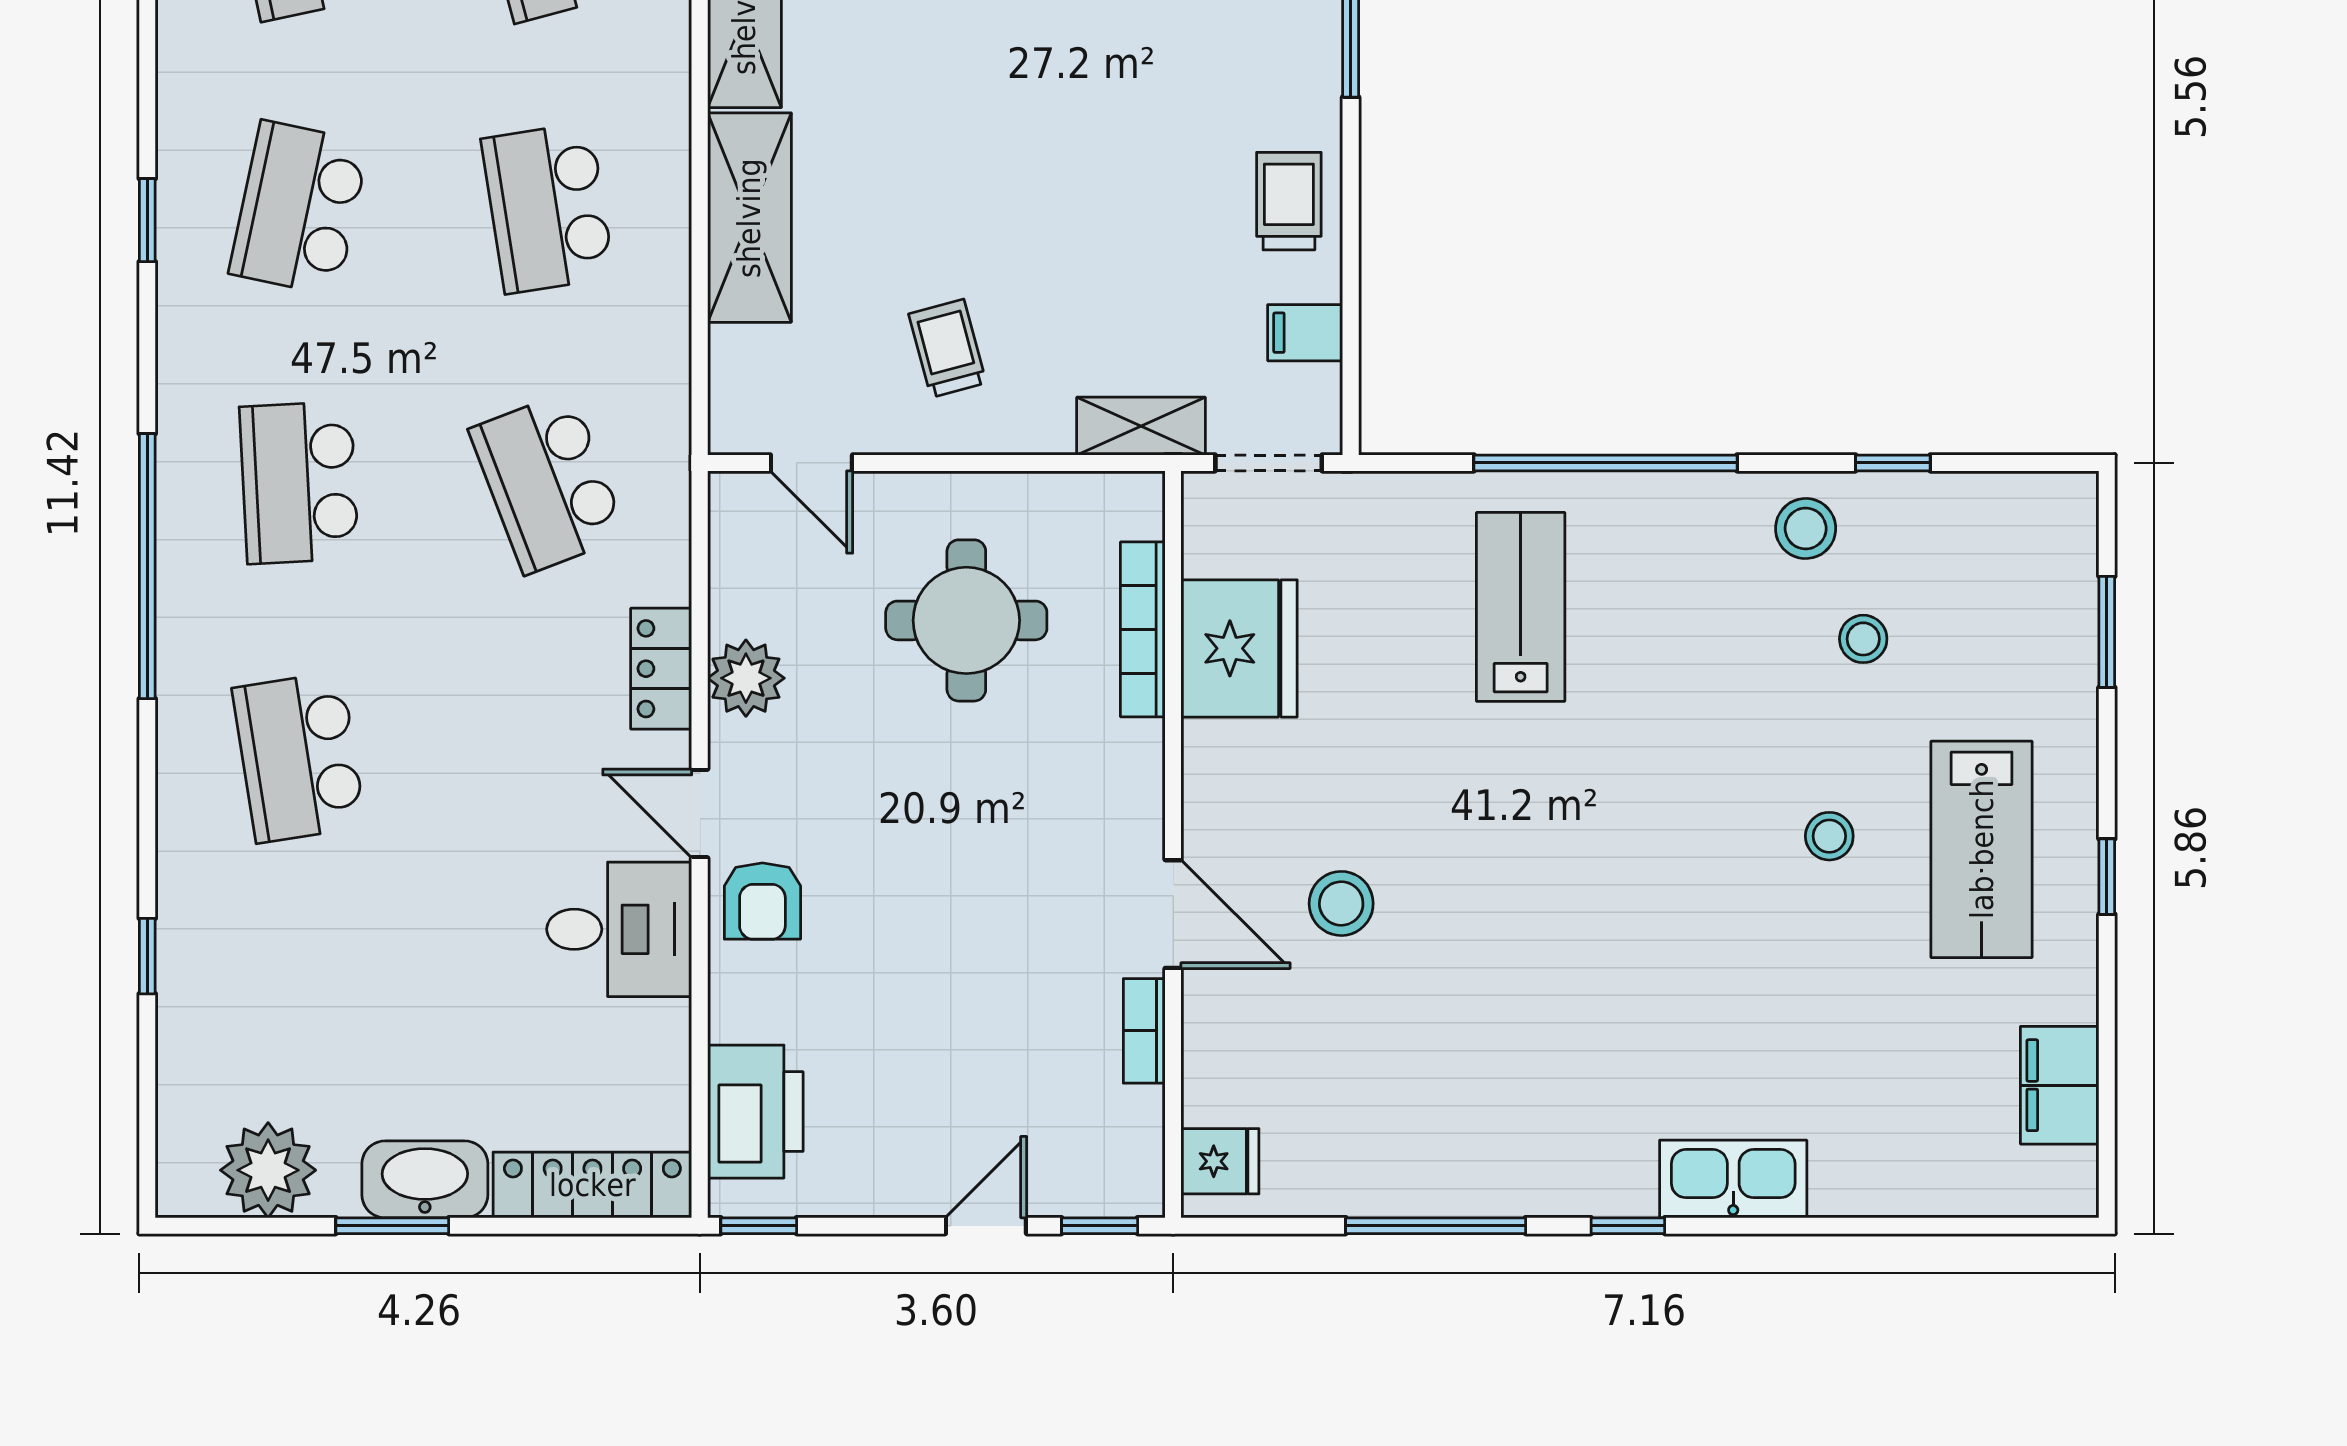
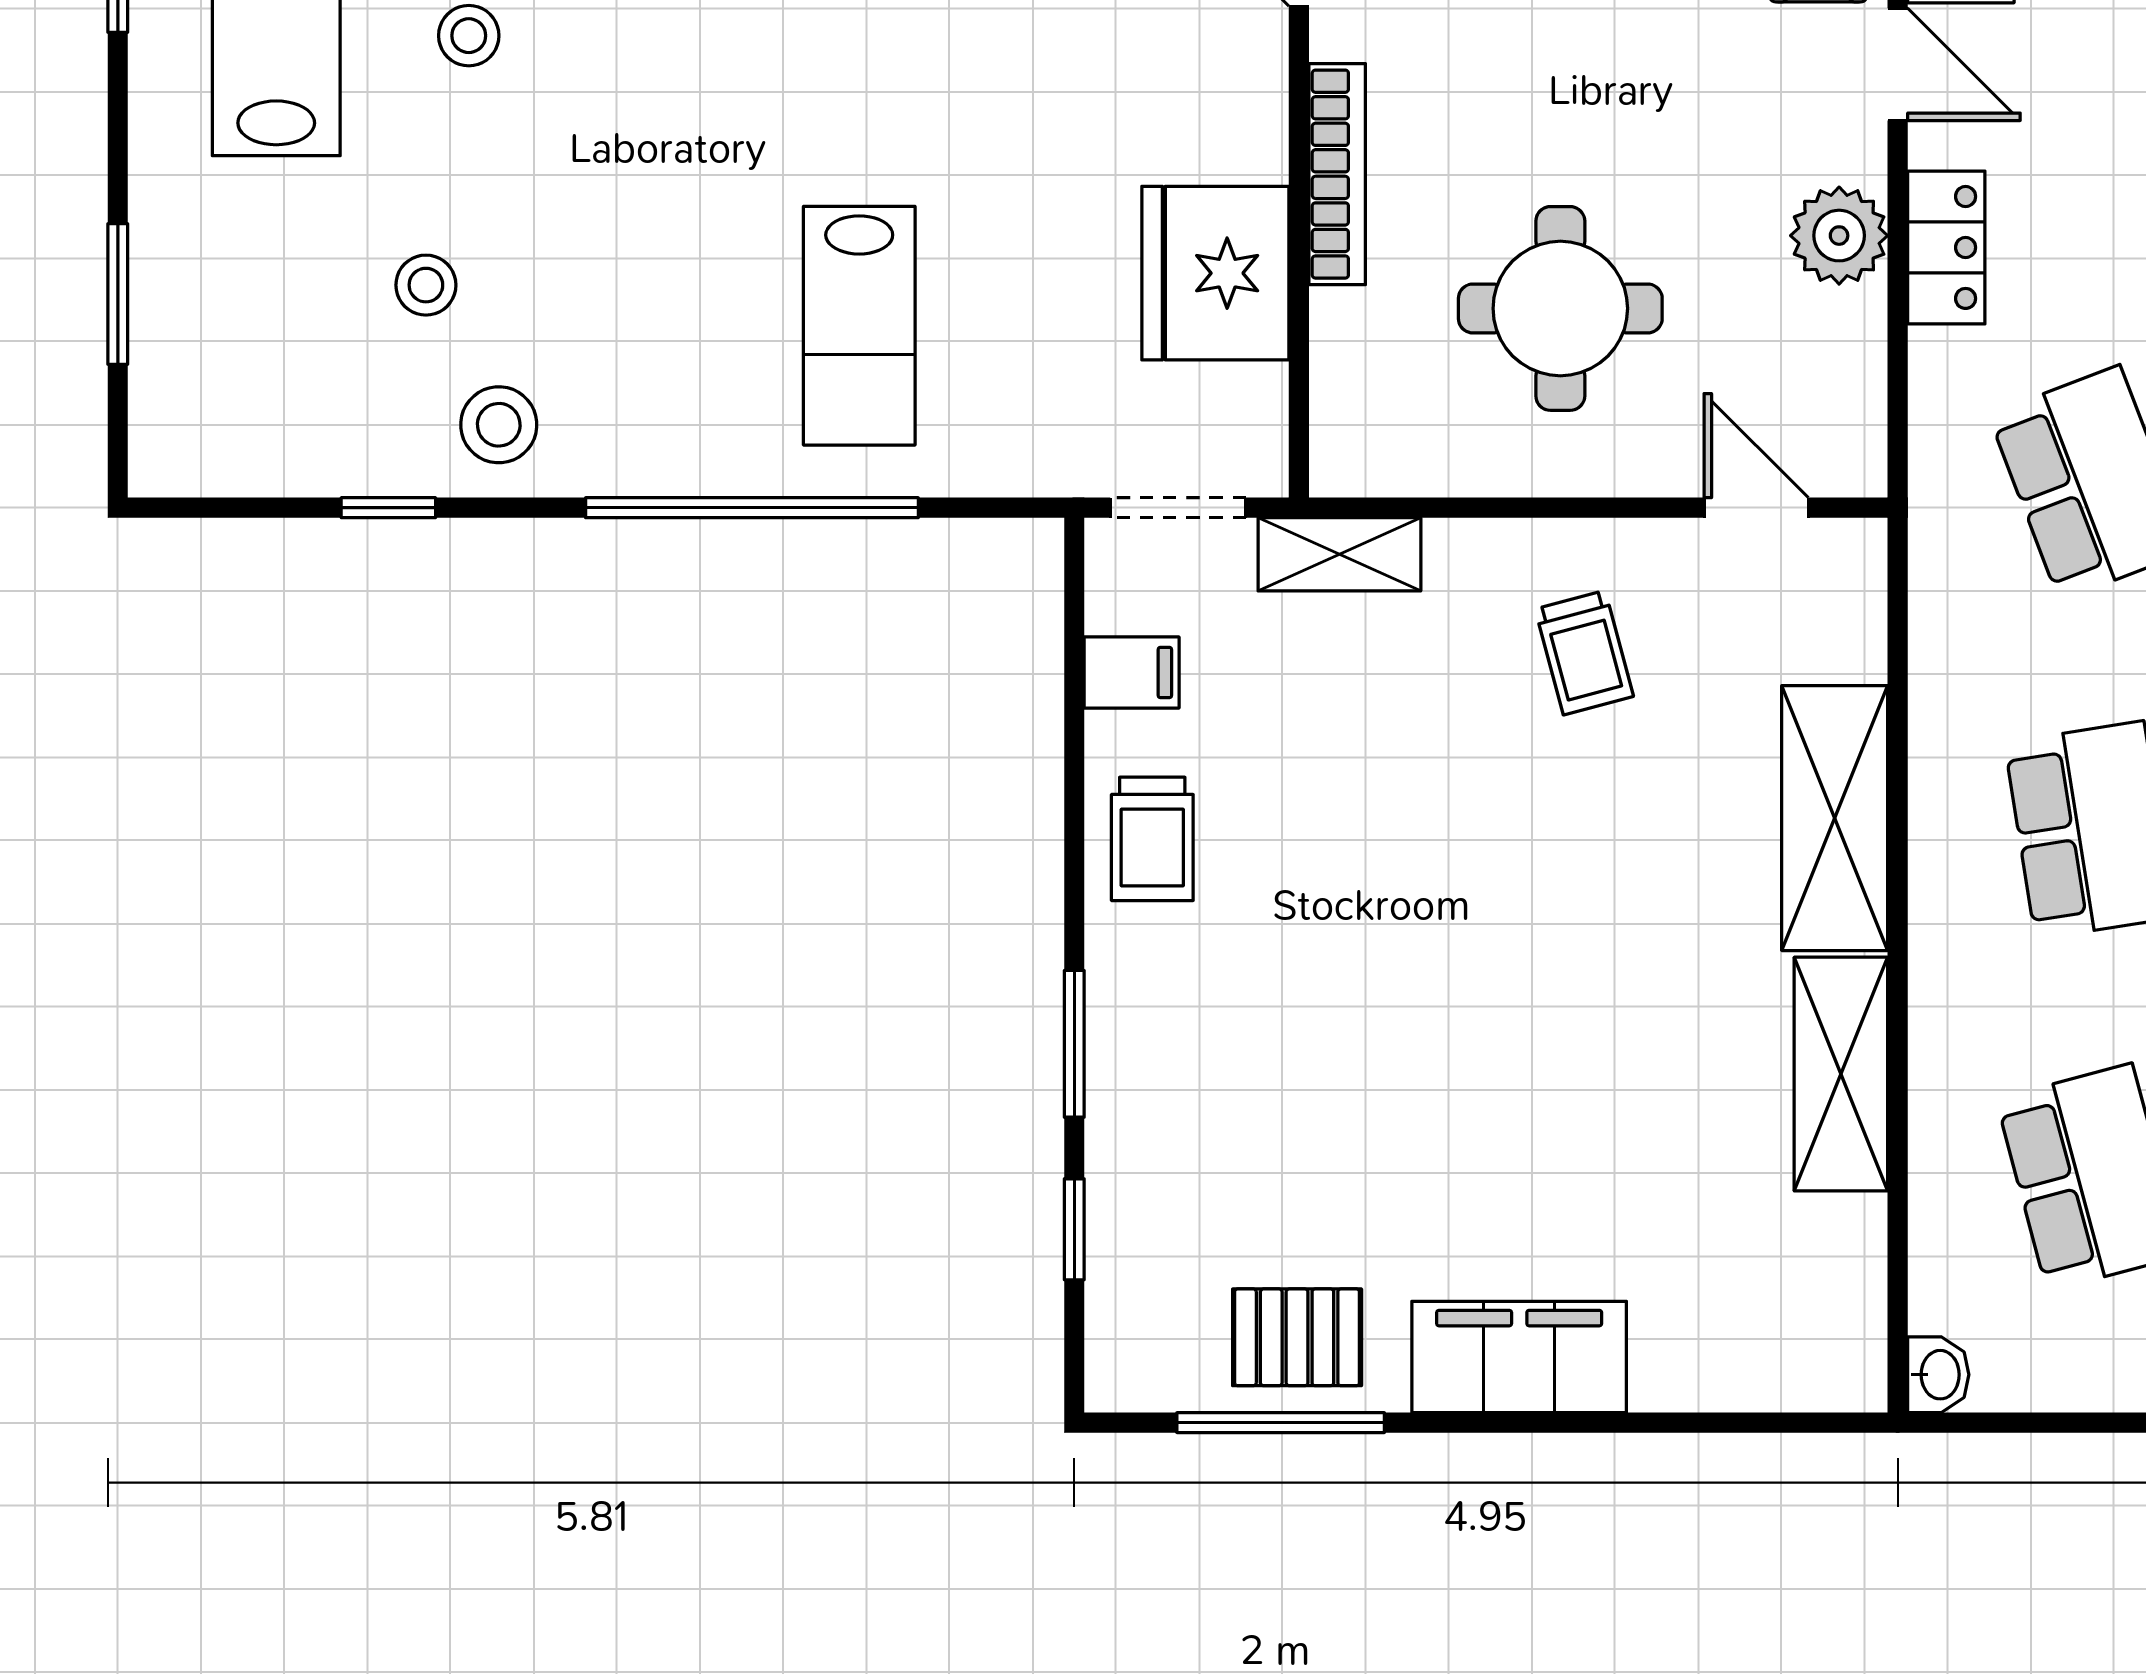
bookcase: (1143, 629) -> (1337, 174), moved

